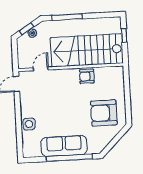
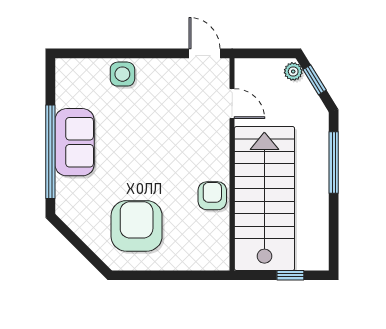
plant: (32, 33) -> (293, 71), moved
sofa: (64, 146) -> (75, 142), width x0.73

